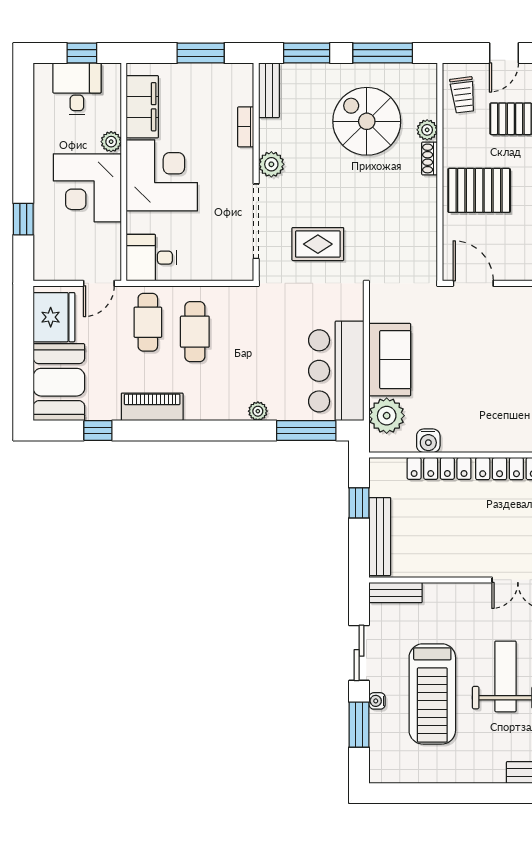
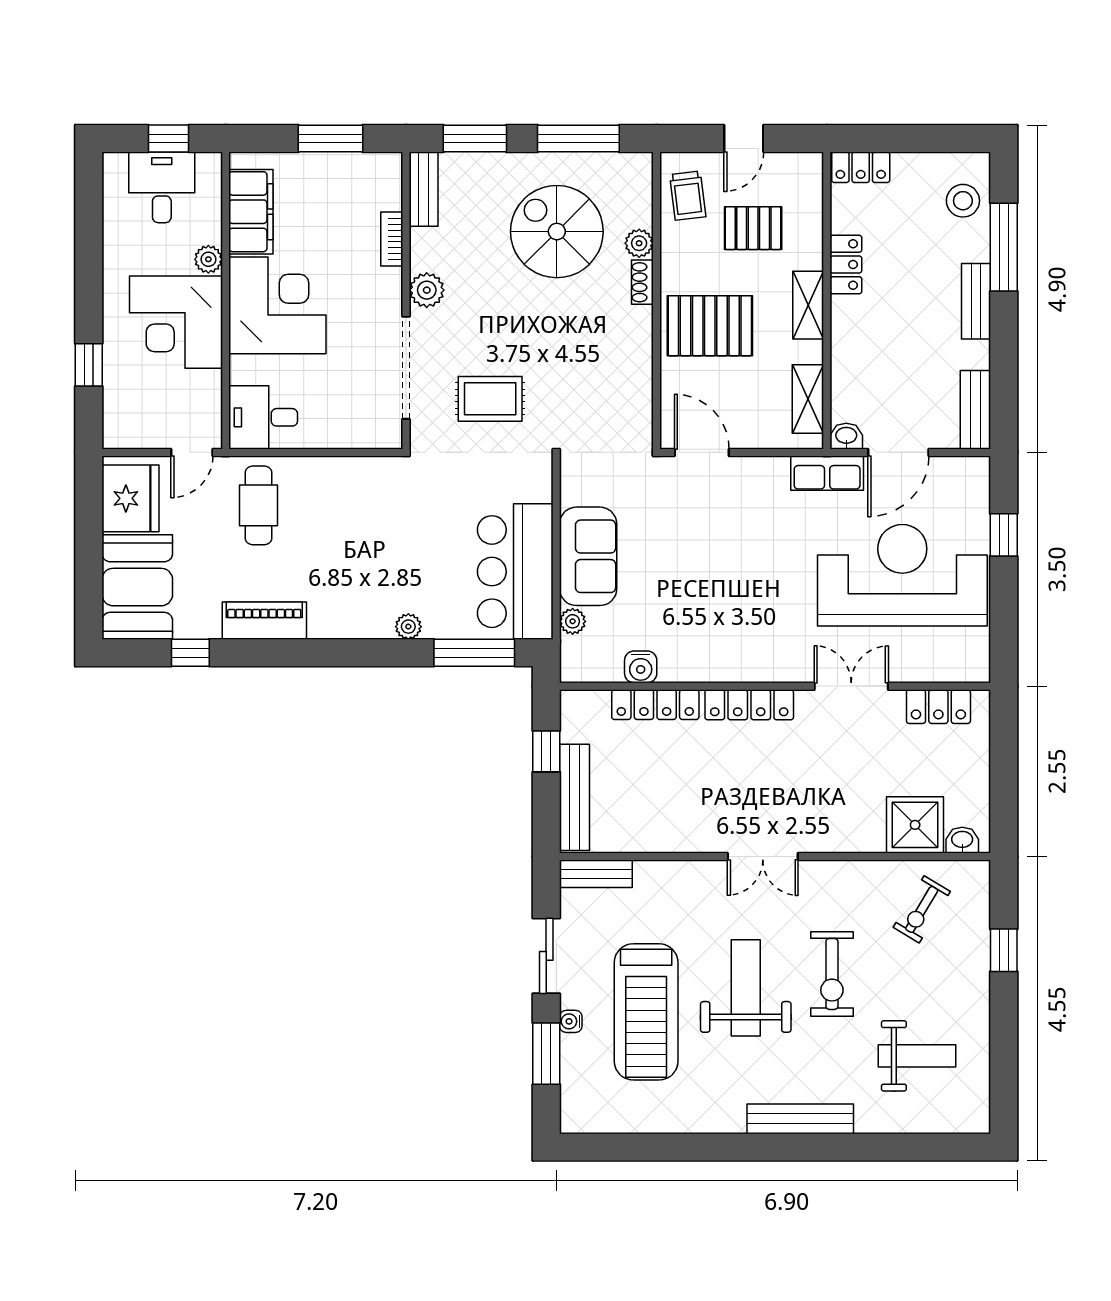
cafe table: (195, 332) -> (323, 518), removed
plant: (387, 416) -> (573, 621), width x0.53, depth x0.53

